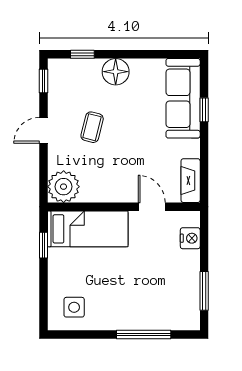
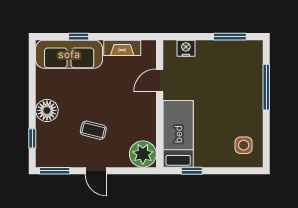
window: (43, 81) -> (55, 171), width x1.50
fireplace: (191, 181) -> (122, 48), moved

